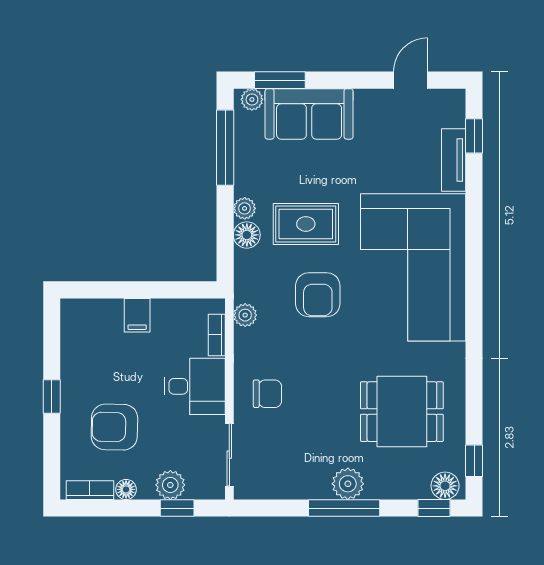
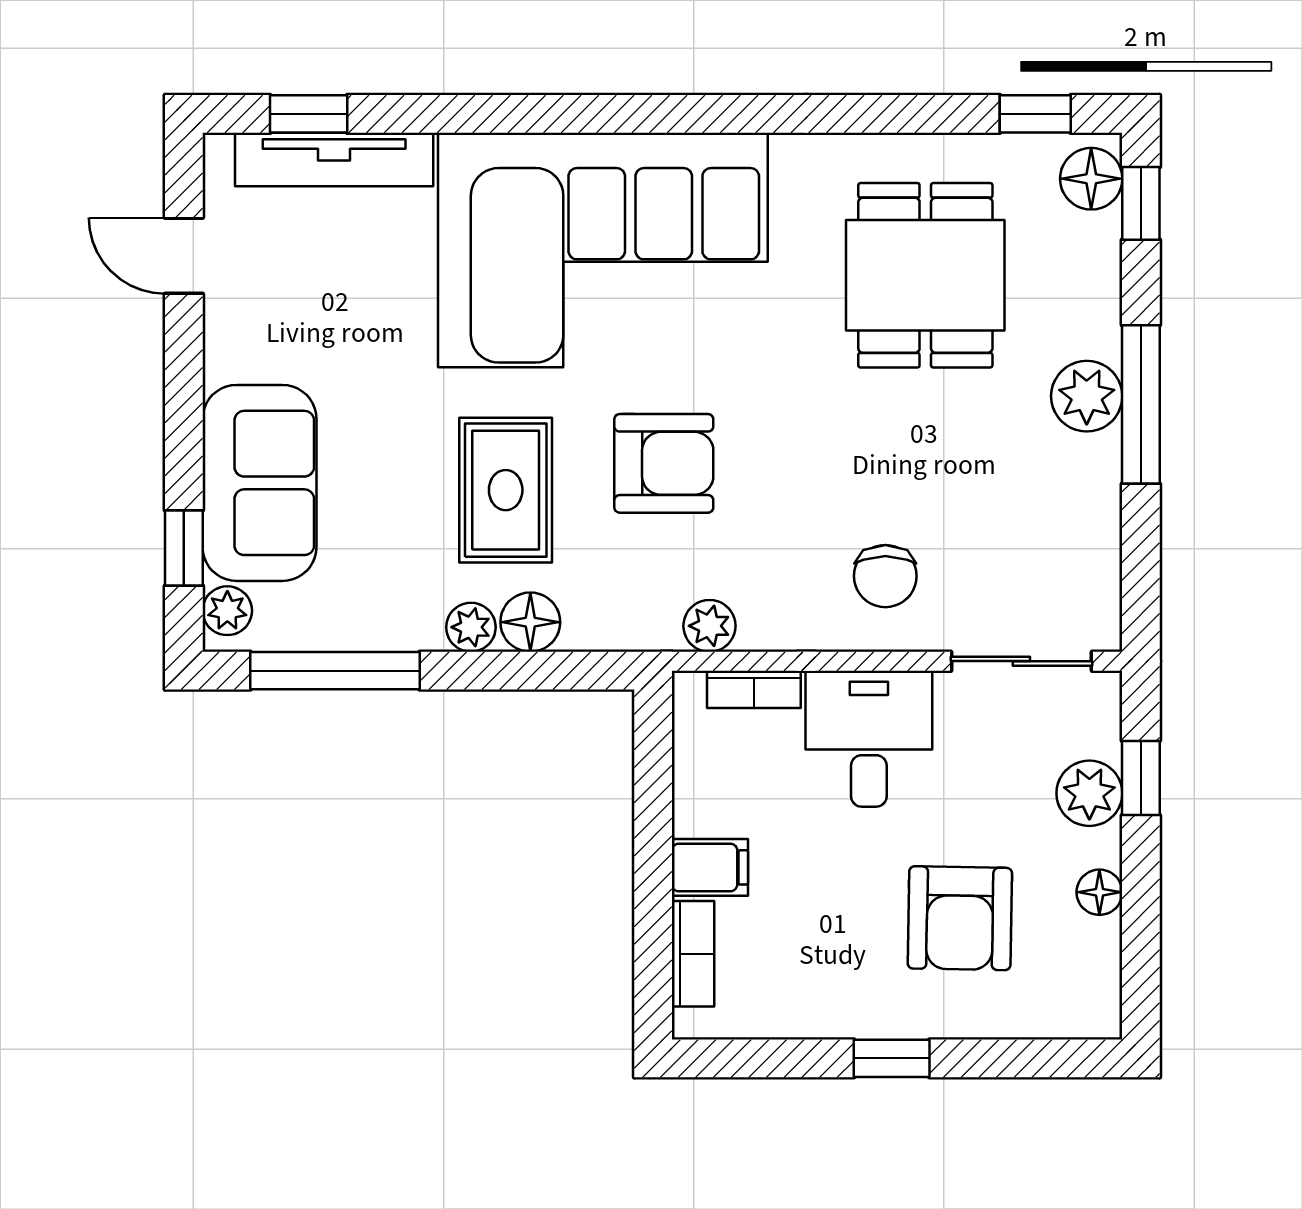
window: (280, 80) -> (184, 548), width x0.67
tv unit: (454, 160) -> (334, 160), width x1.41
chair: (267, 394) -> (885, 576), turned 180
bookcase: (90, 490) -> (693, 954), moved, turned 180

